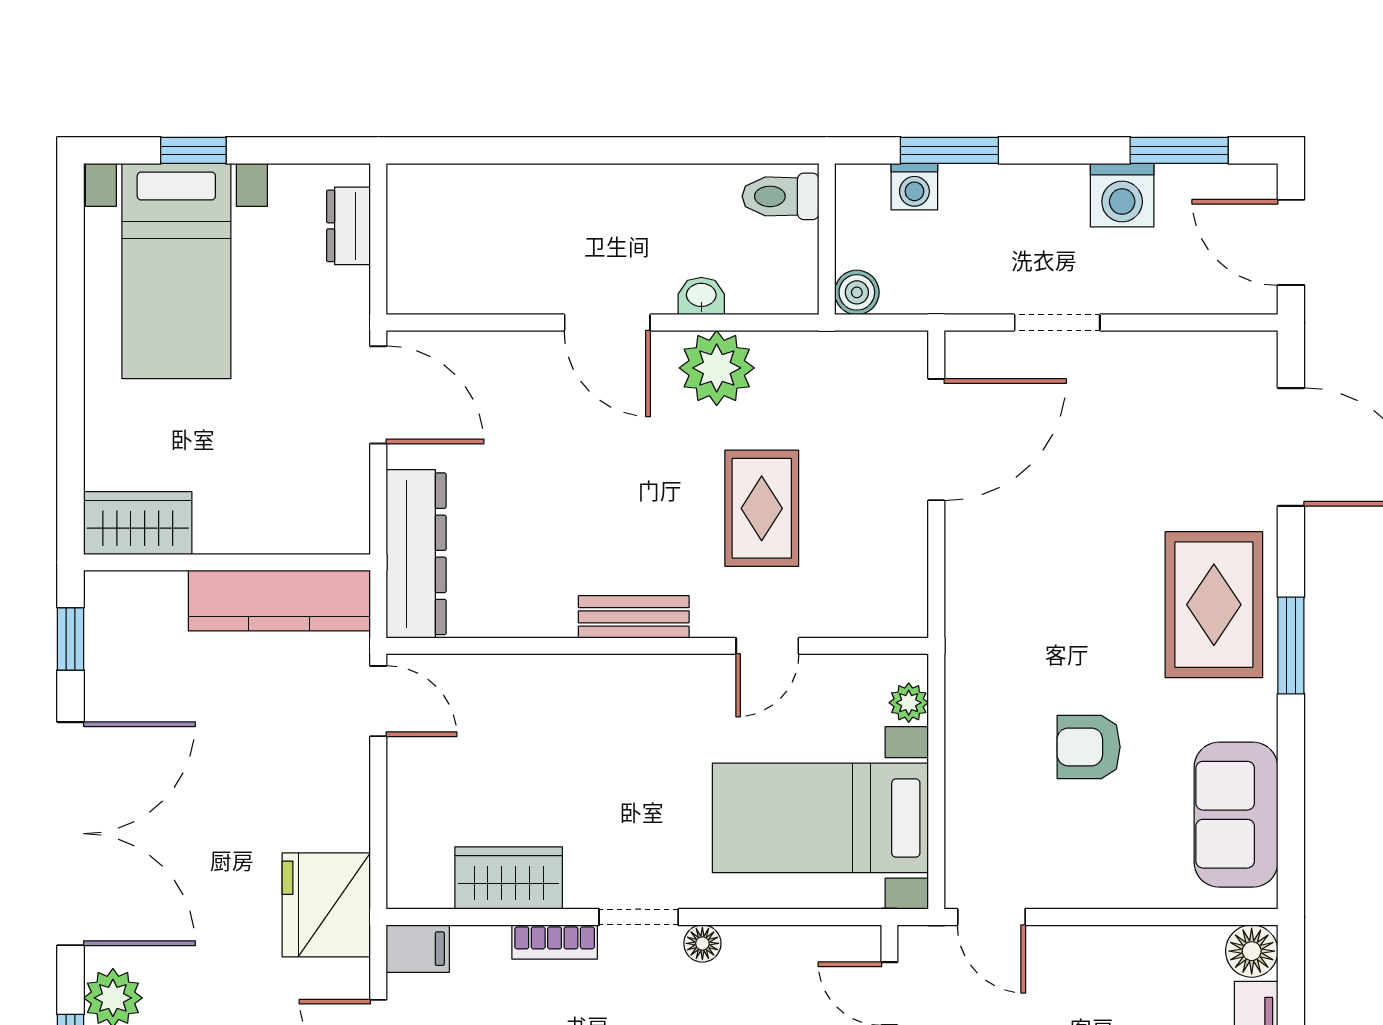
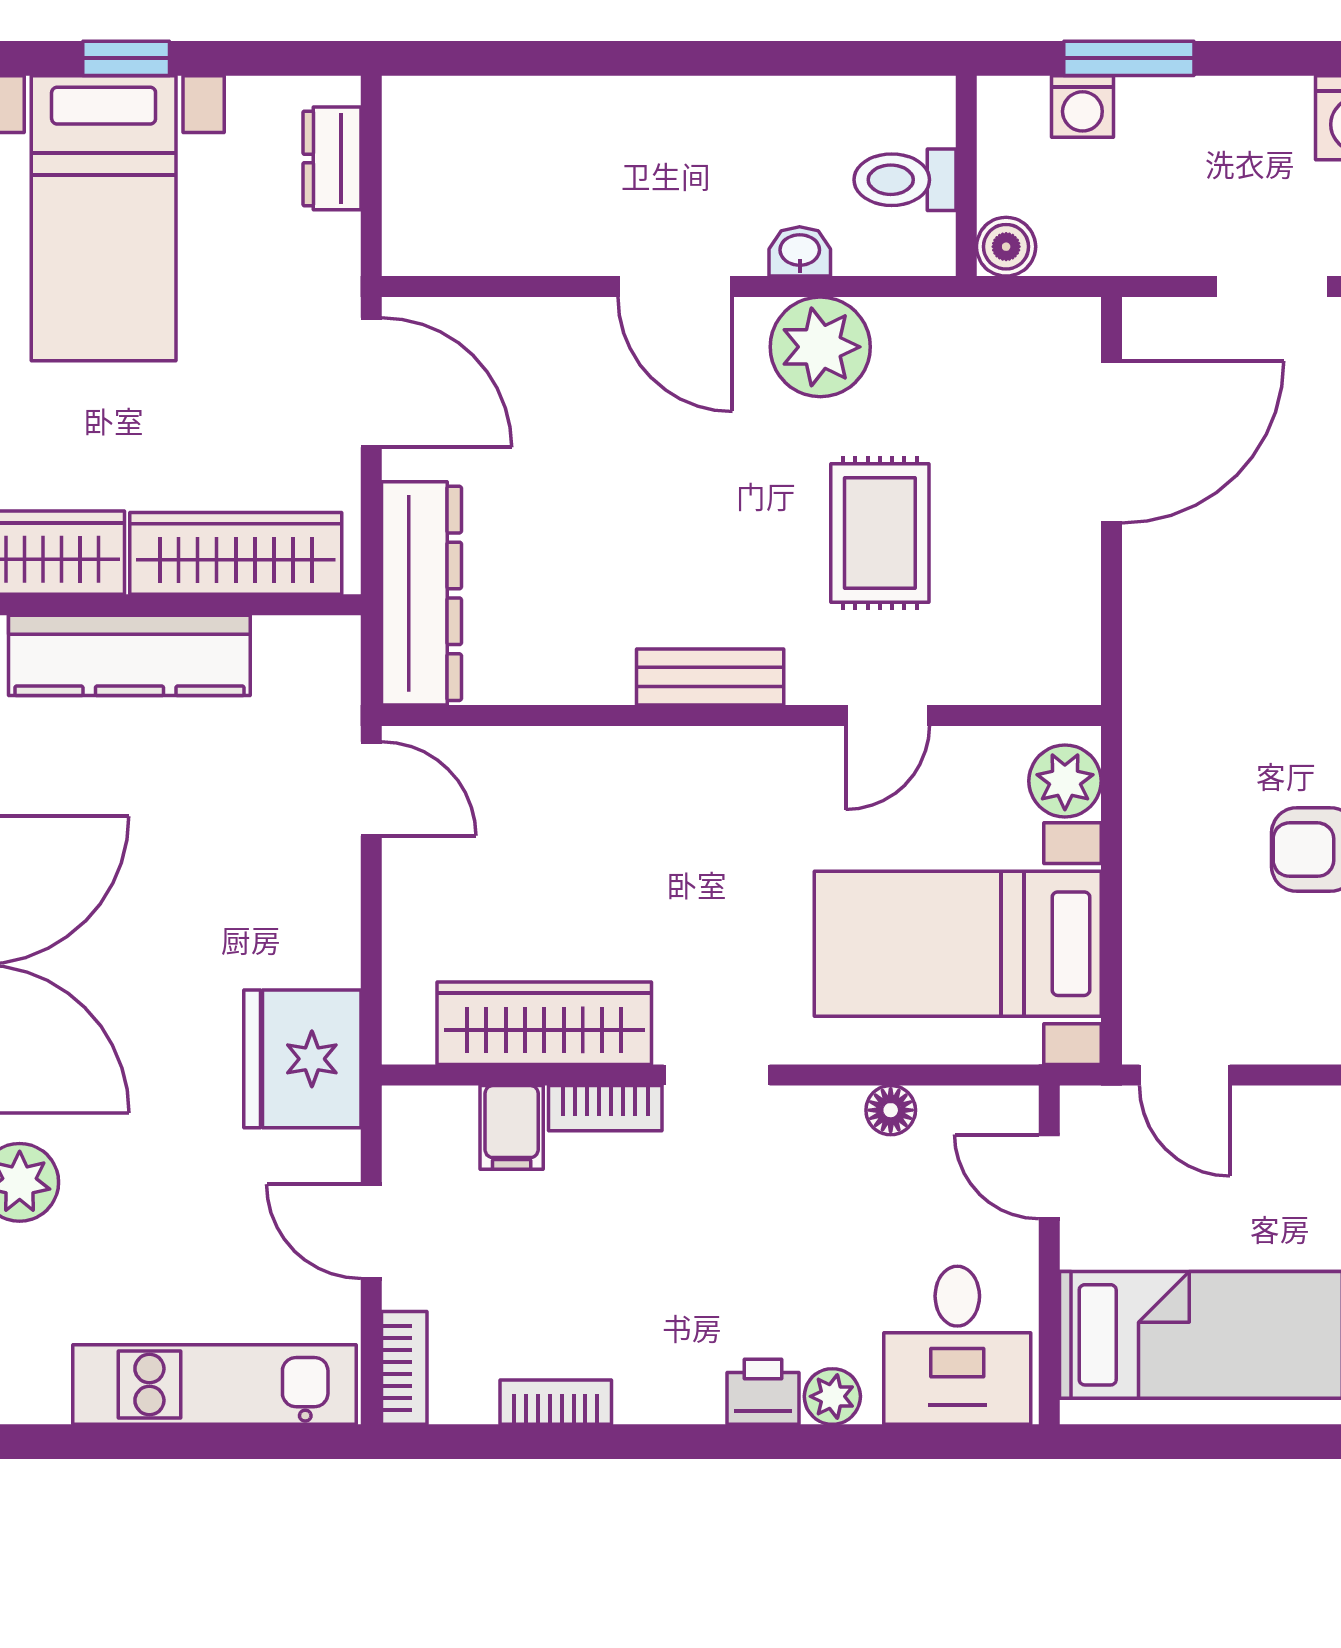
toilet: (781, 196) -> (905, 180), moved
wardrobe: (276, 524) -> (236, 553), added
kitchen counter: (279, 601) -> (129, 655), moved
plant: (909, 703) -> (1065, 781), width x1.38, depth x1.38
wardrobe: (509, 878) -> (544, 1023), width x1.50
floor lamp: (702, 943) -> (891, 1110), moved
filing cabinet: (418, 949) -> (512, 1127), moved, turned 90

